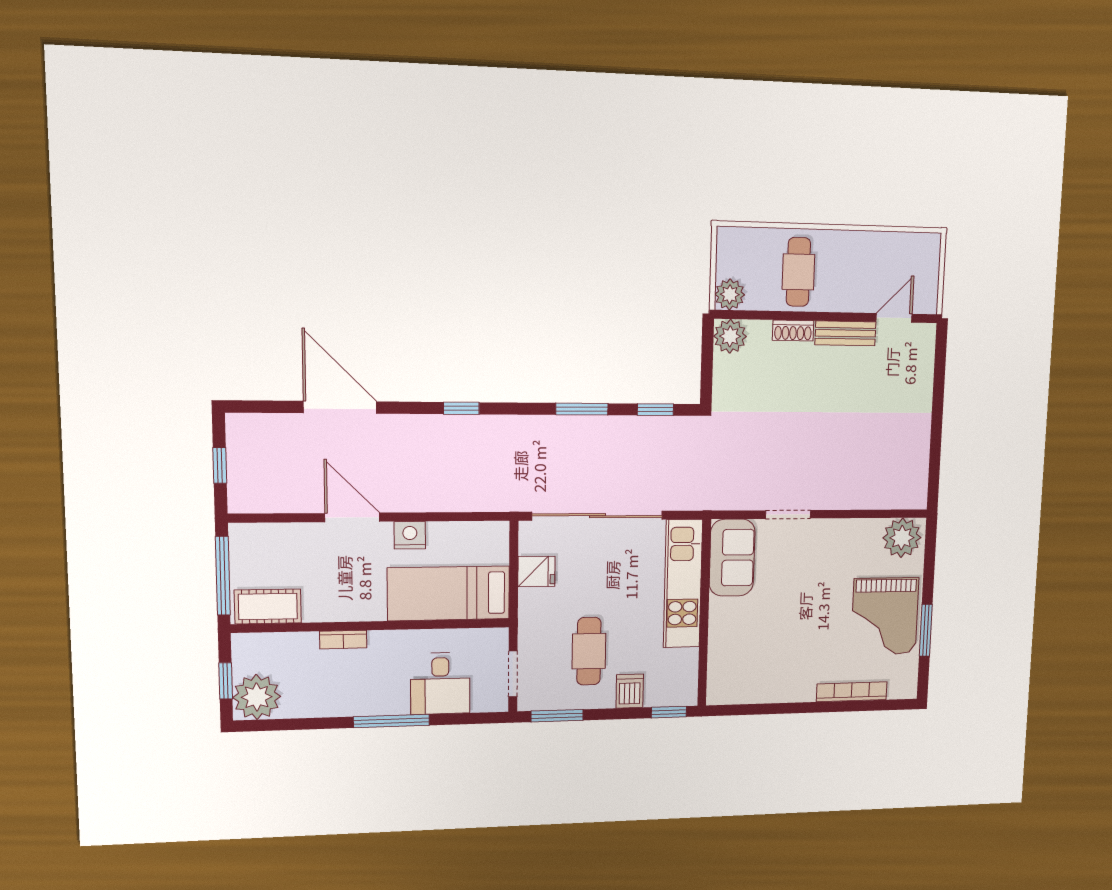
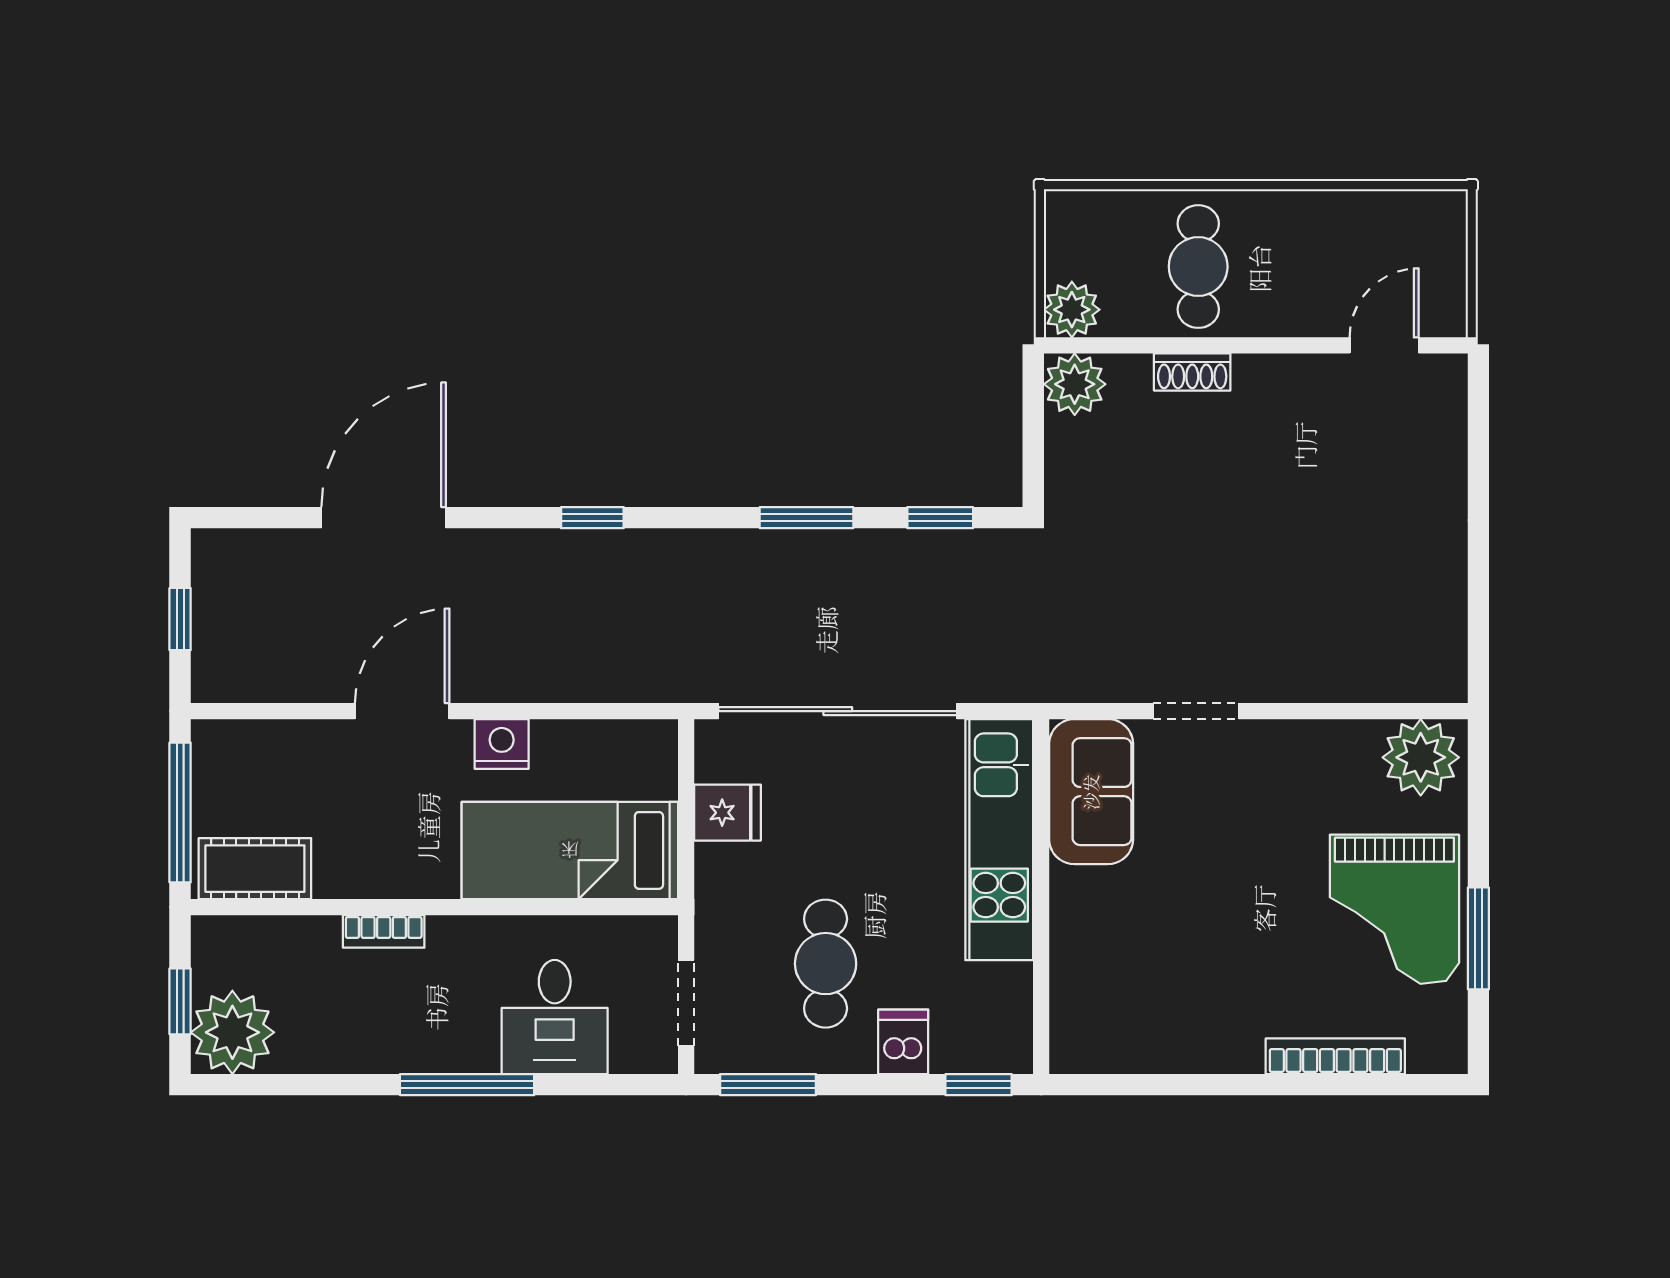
bench: (845, 333) -> (1292, 375), removed
door: (340, 407) -> (384, 518), hinge flipped
door: (352, 517) -> (402, 711), hinge flipped

